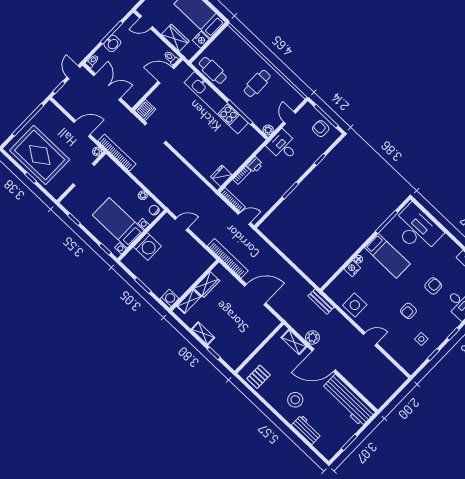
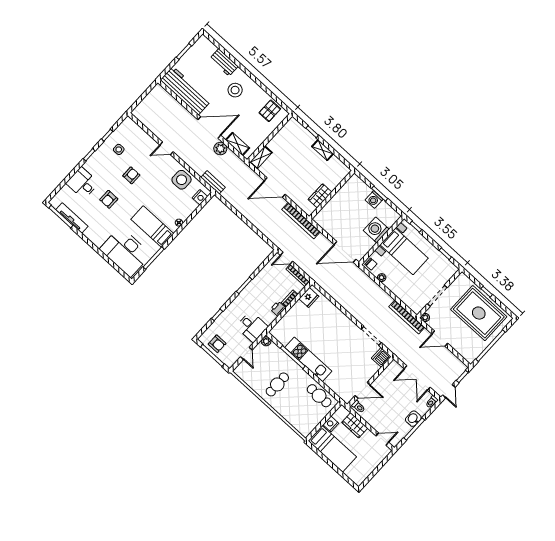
kitchen unit: (216, 103) -> (308, 359), width x0.73
door: (181, 224) -> (345, 252), width x1.87
nightstand: (352, 268) -> (200, 197), moved
washing machine: (169, 299) -> (374, 199), moved
shelving: (189, 301) -> (261, 157), moved

